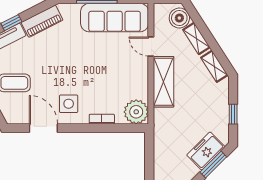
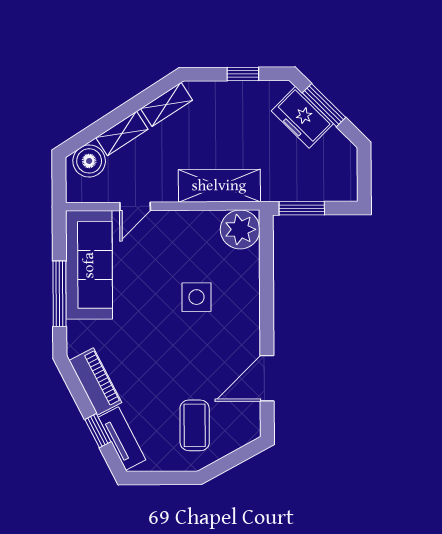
shelving: (163, 82) -> (219, 186), moved
side table: (69, 104) -> (197, 297), moved
bookcase: (102, 119) -> (252, 285), removed
window: (149, 150) -> (302, 208), added

